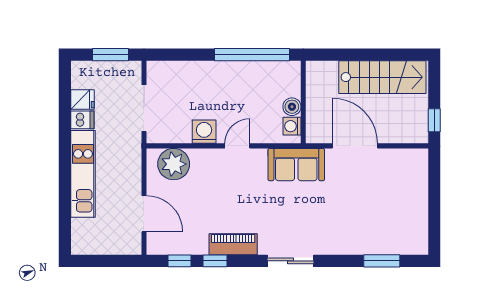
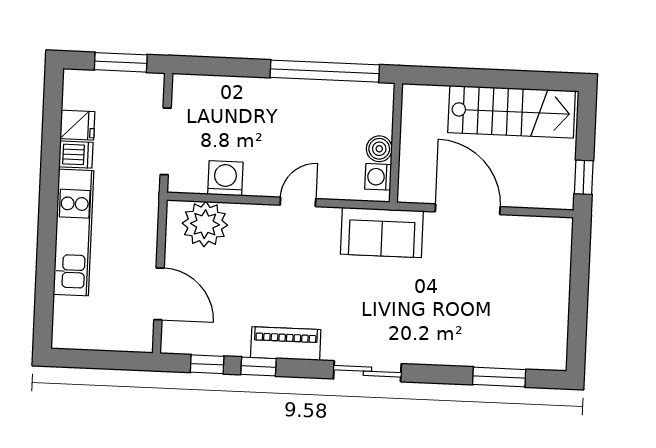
washing machine: (204, 132) -> (225, 178), moved

